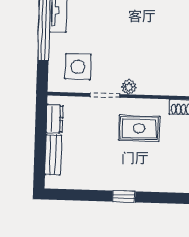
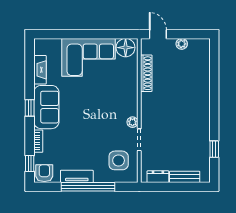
rug: (139, 128) -> (163, 113), removed
window: (124, 196) -> (214, 149), moved

